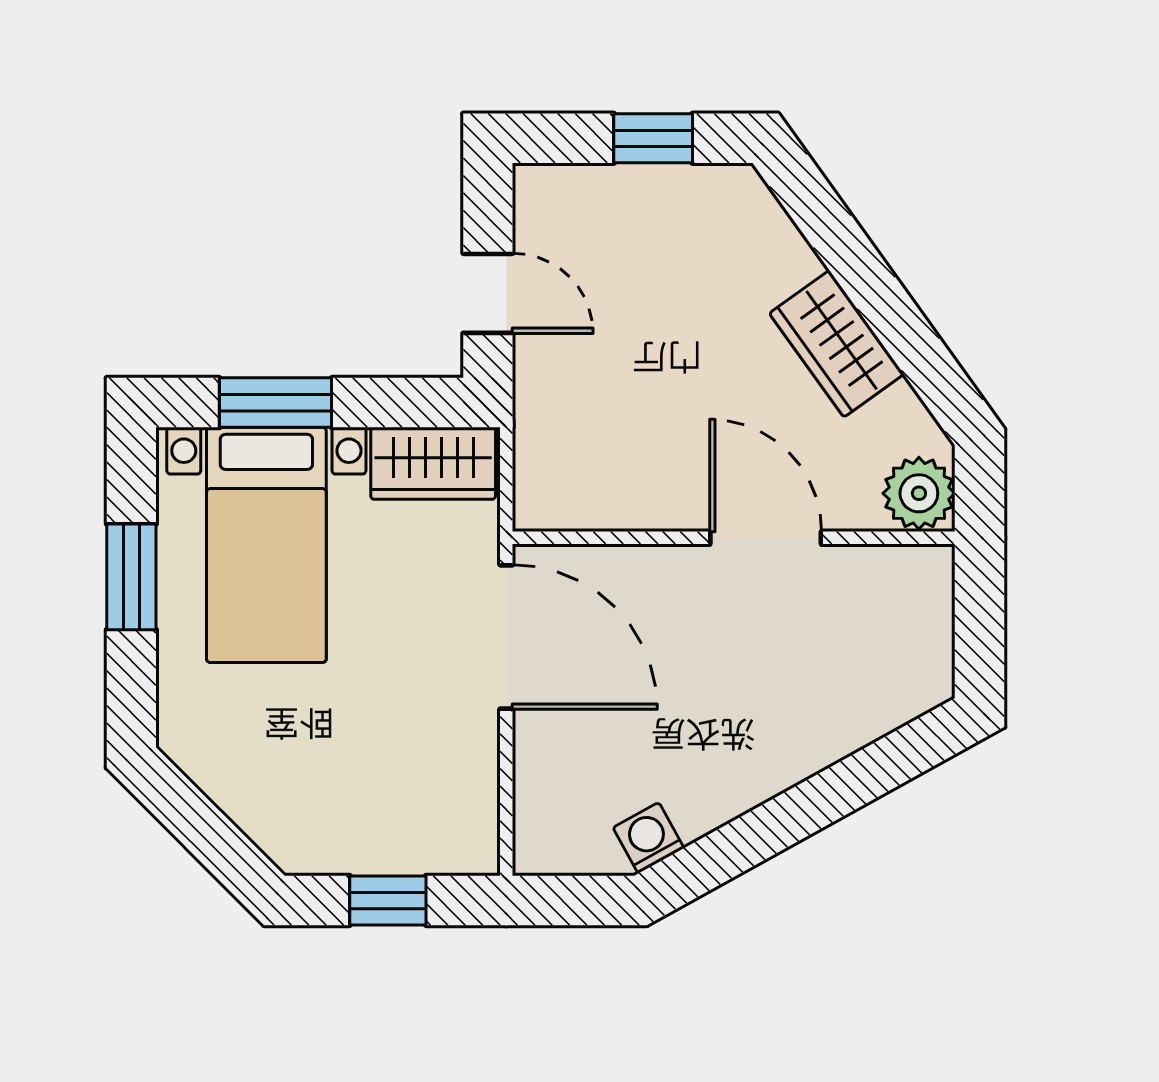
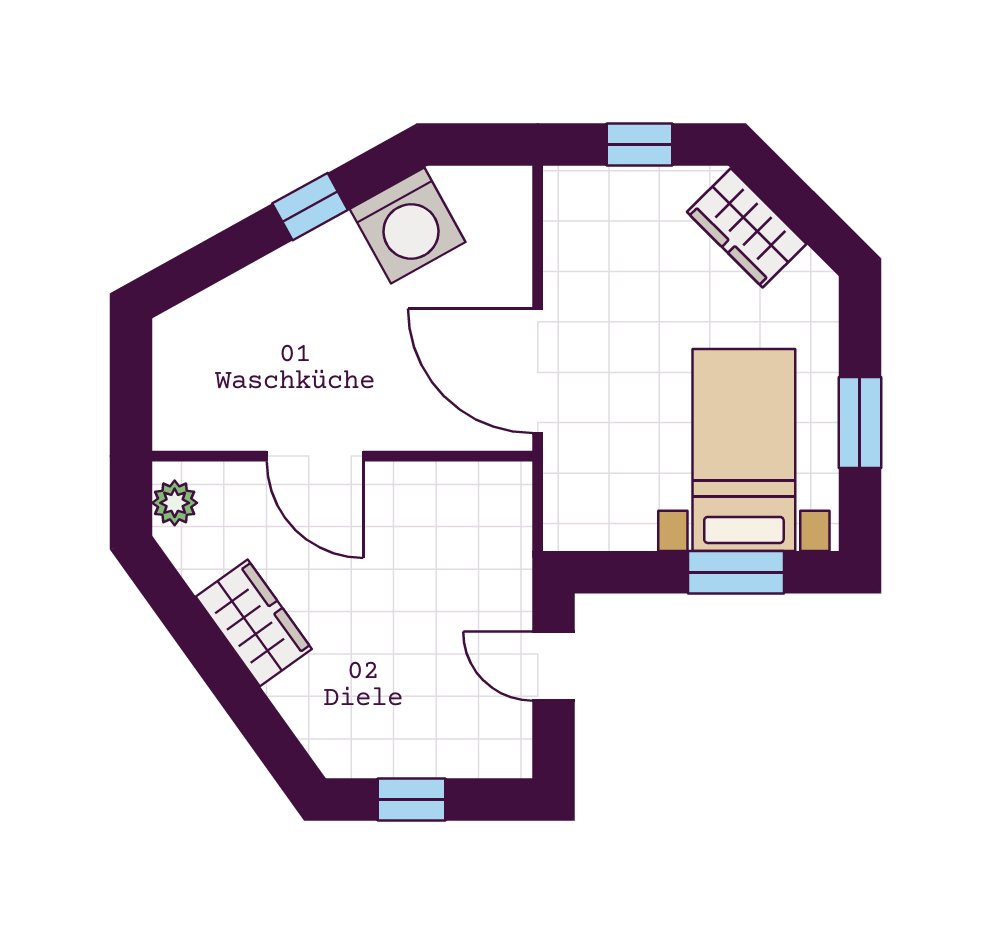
wardrobe: (433, 463) -> (747, 228), moved, turned -135
plant: (919, 493) -> (175, 503), width x0.73, depth x0.73
window: (771, 828) -> (310, 207), added
washing machine: (648, 838) -> (408, 226), width x1.89, depth x1.89

